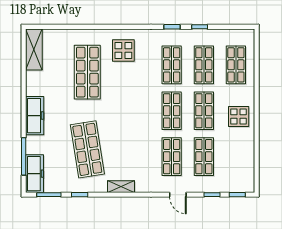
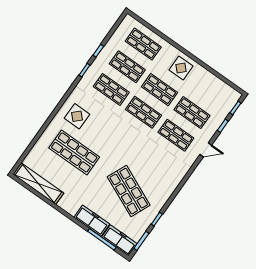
shelving: (34, 49) -> (38, 184), width x1.47
freezer: (35, 116) -> (92, 221), moved
shop shelf: (87, 149) -> (129, 191), turned 33
shelving: (121, 187) -> (172, 186), removed

